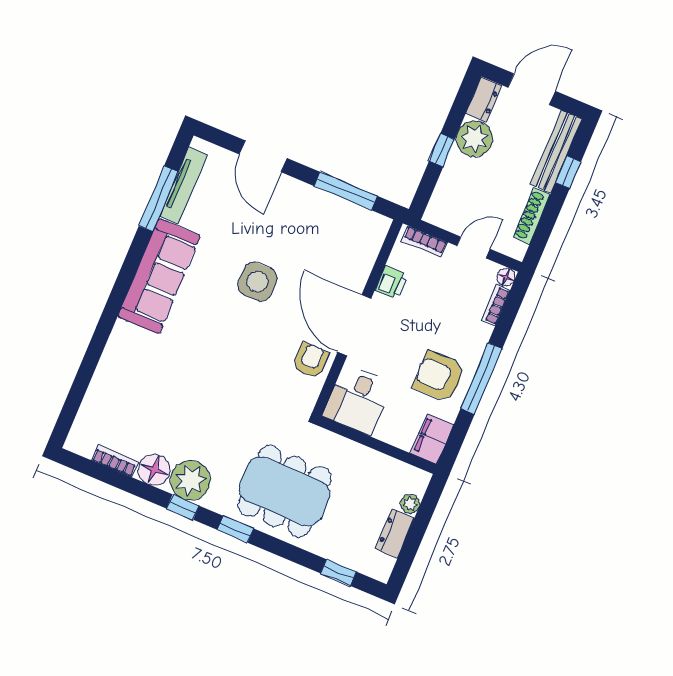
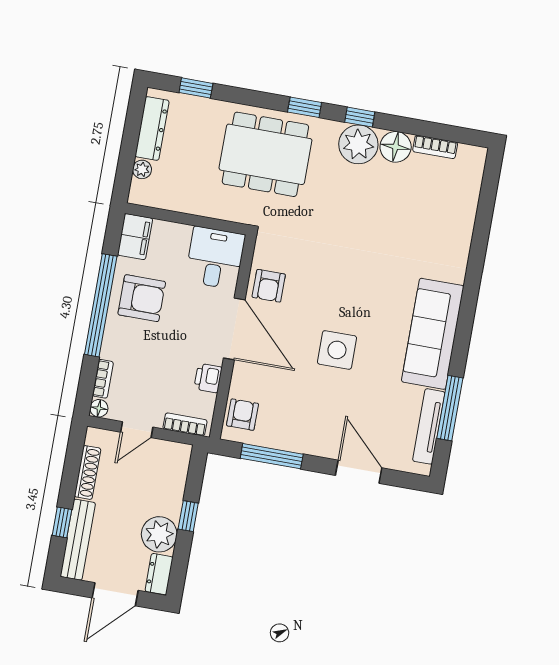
armchair: (365, 239) -> (243, 415), added
window: (481, 379) -> (101, 305), width x1.46
dresser: (395, 533) -> (152, 128), width x1.44

